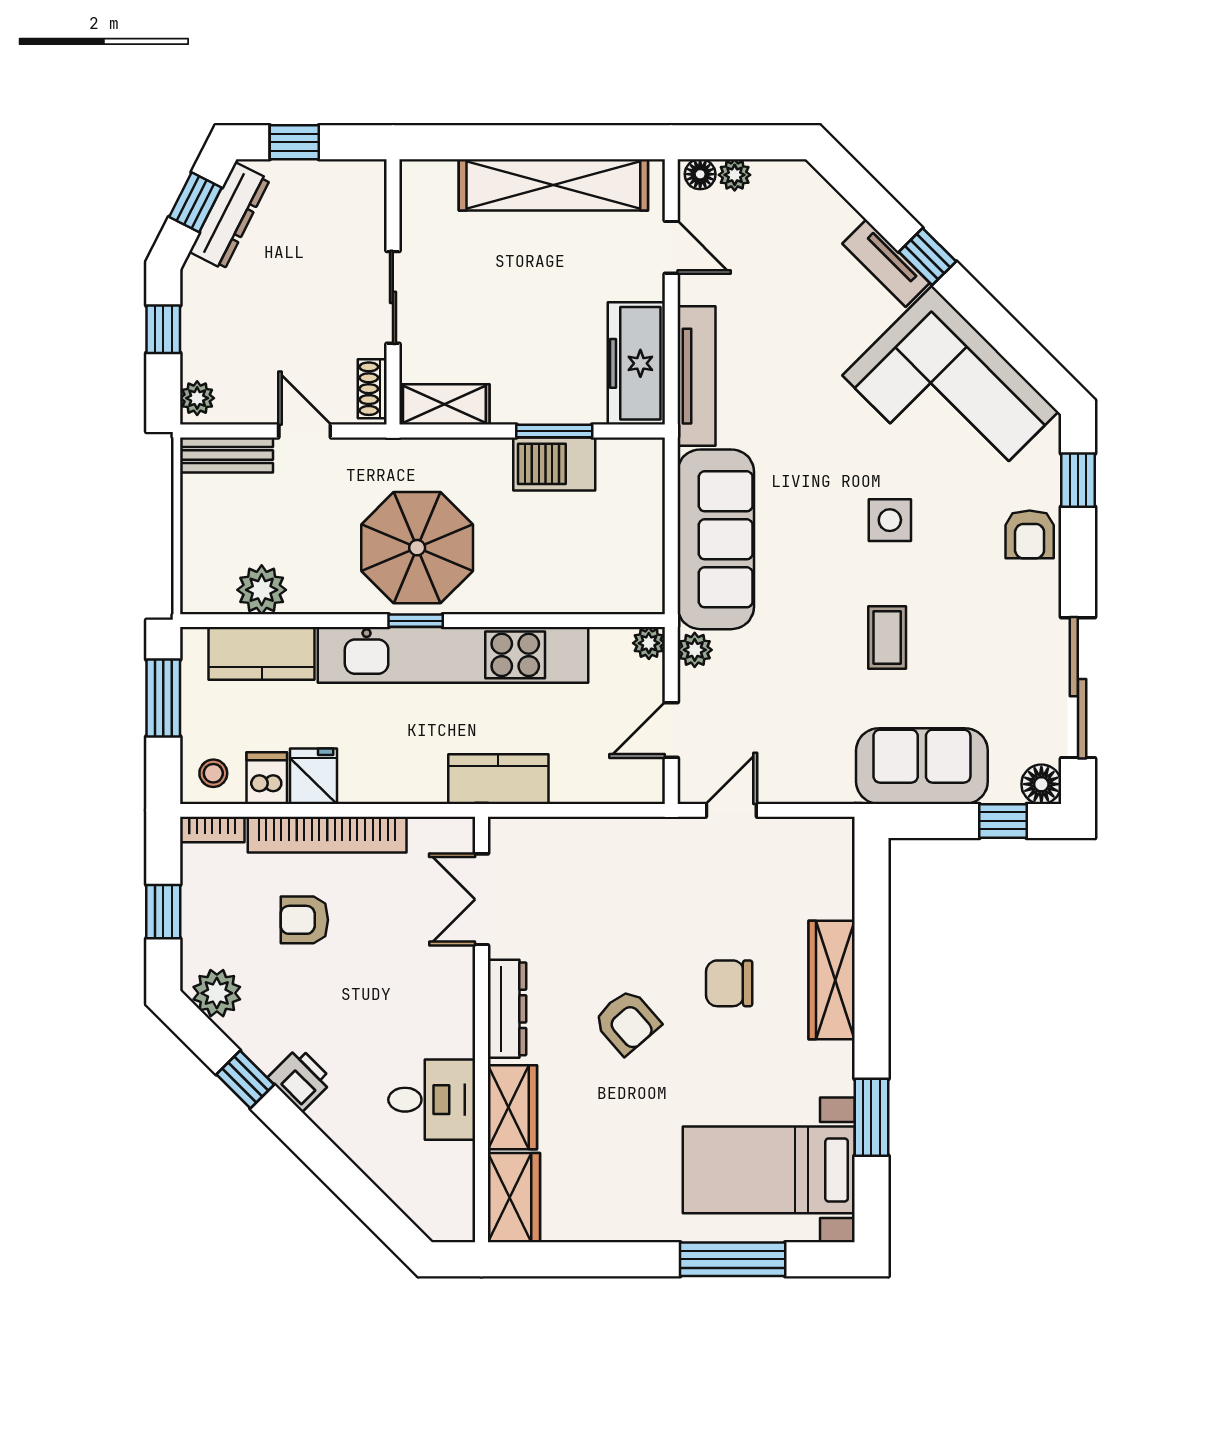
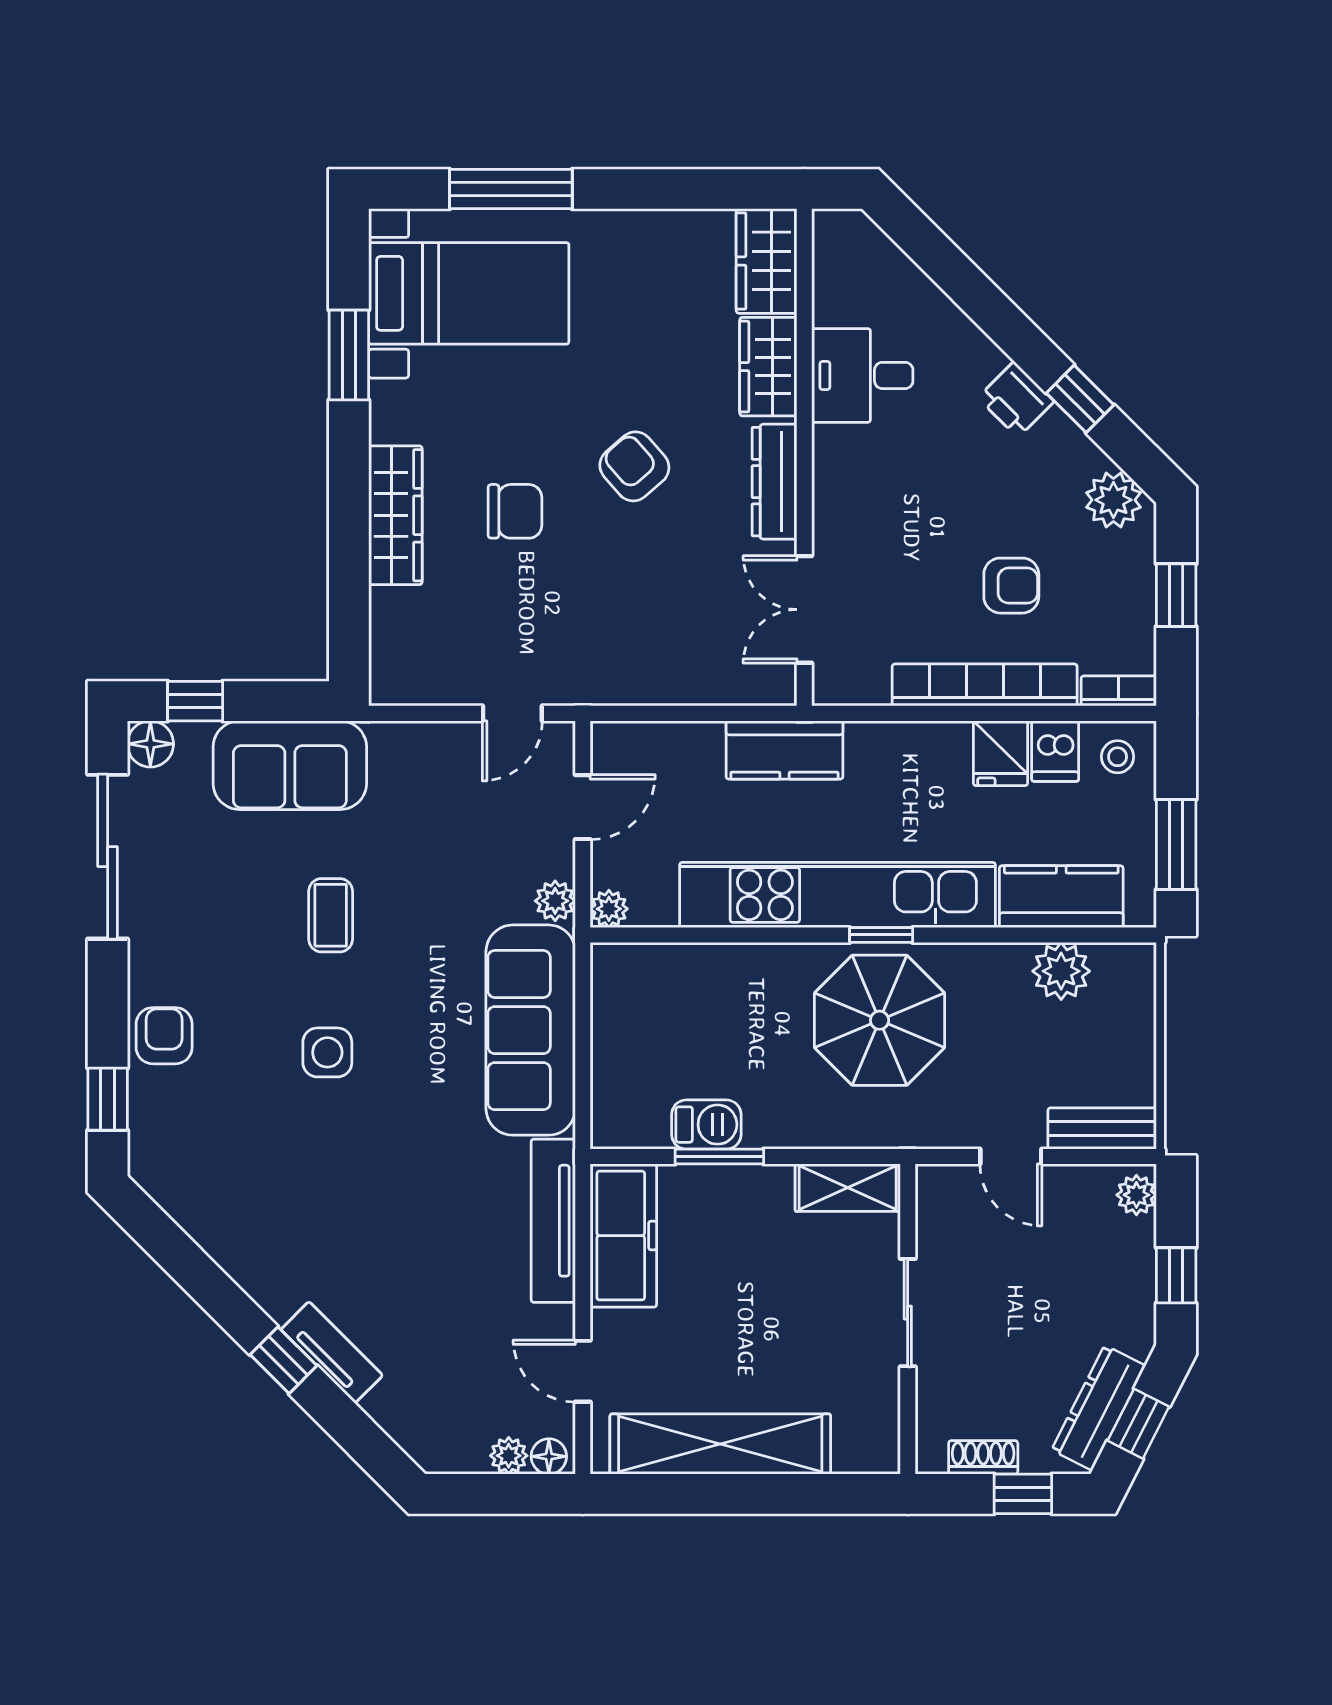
shoe rack: (372, 389) -> (983, 1457), moved, turned -90
corner sofa: (950, 393) -> (257, 1200), removed
barbecue: (554, 464) -> (706, 1125), width x0.73, depth x0.79
double door: (481, 899) -> (804, 609), swing flipped

